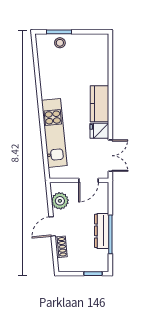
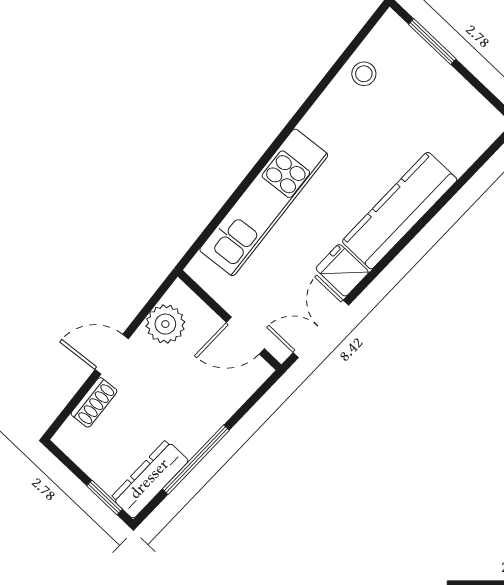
stool: (60, 43) -> (364, 74), moved
kitchen counter: (99, 104) -> (400, 210), width x1.50
double door: (110, 156) -> (321, 329), swing flipped
dresser: (102, 231) -> (150, 479), moved

